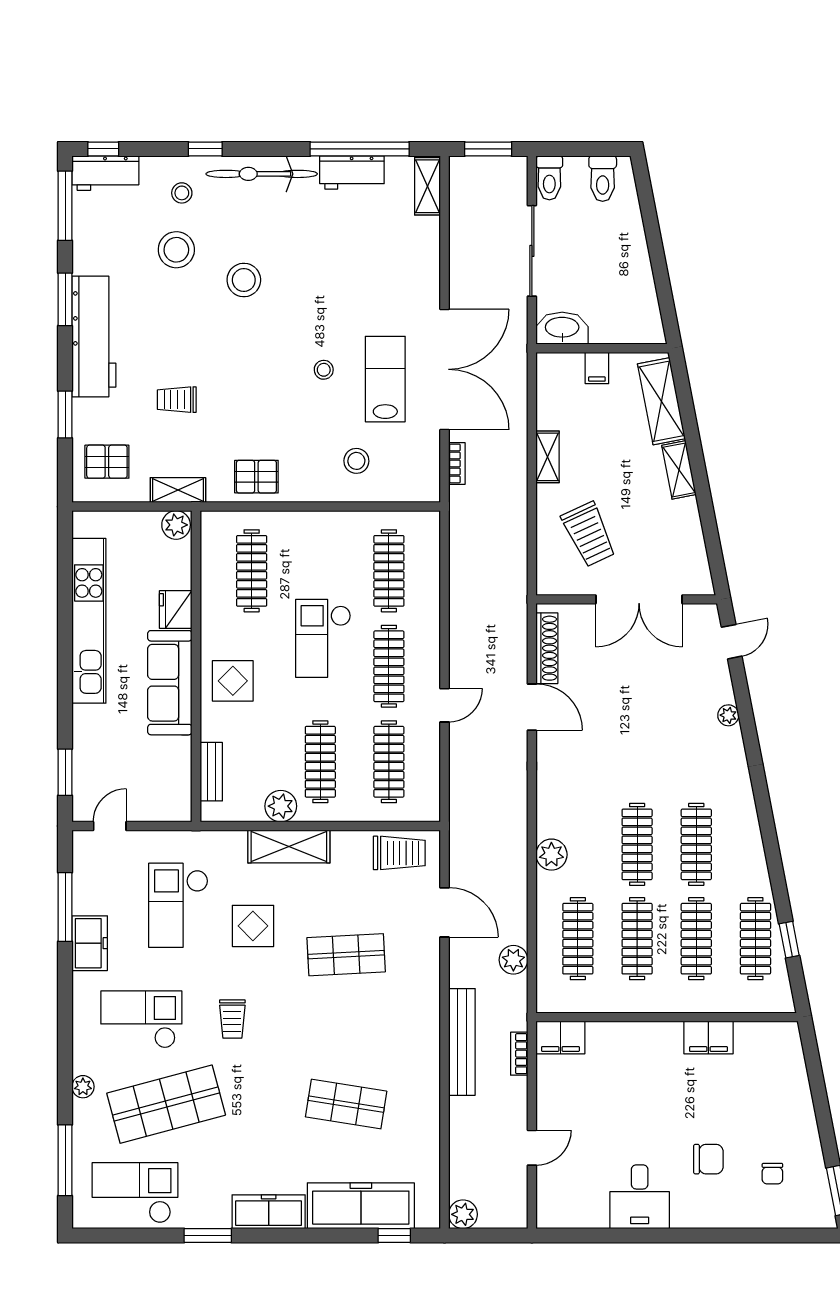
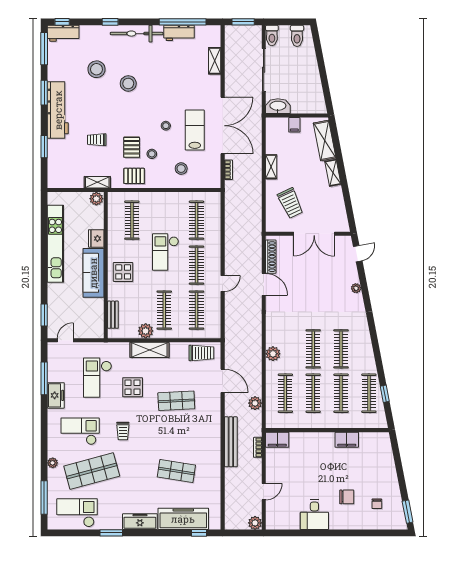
shelving: (428, 186) -> (215, 61), moved
stool: (182, 193) -> (152, 154), moved
pallet: (107, 462) -> (132, 147), moved, turned 90
plant: (463, 1214) -> (255, 523), moved

